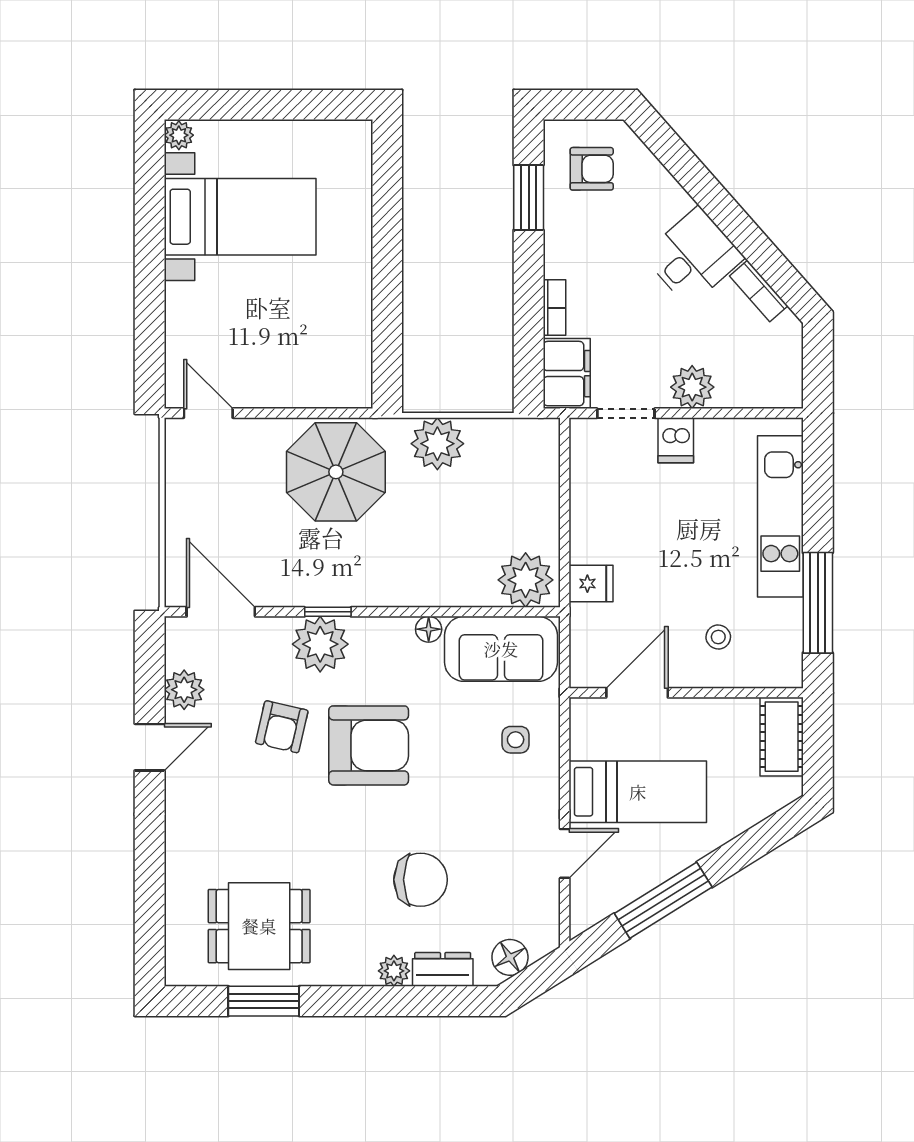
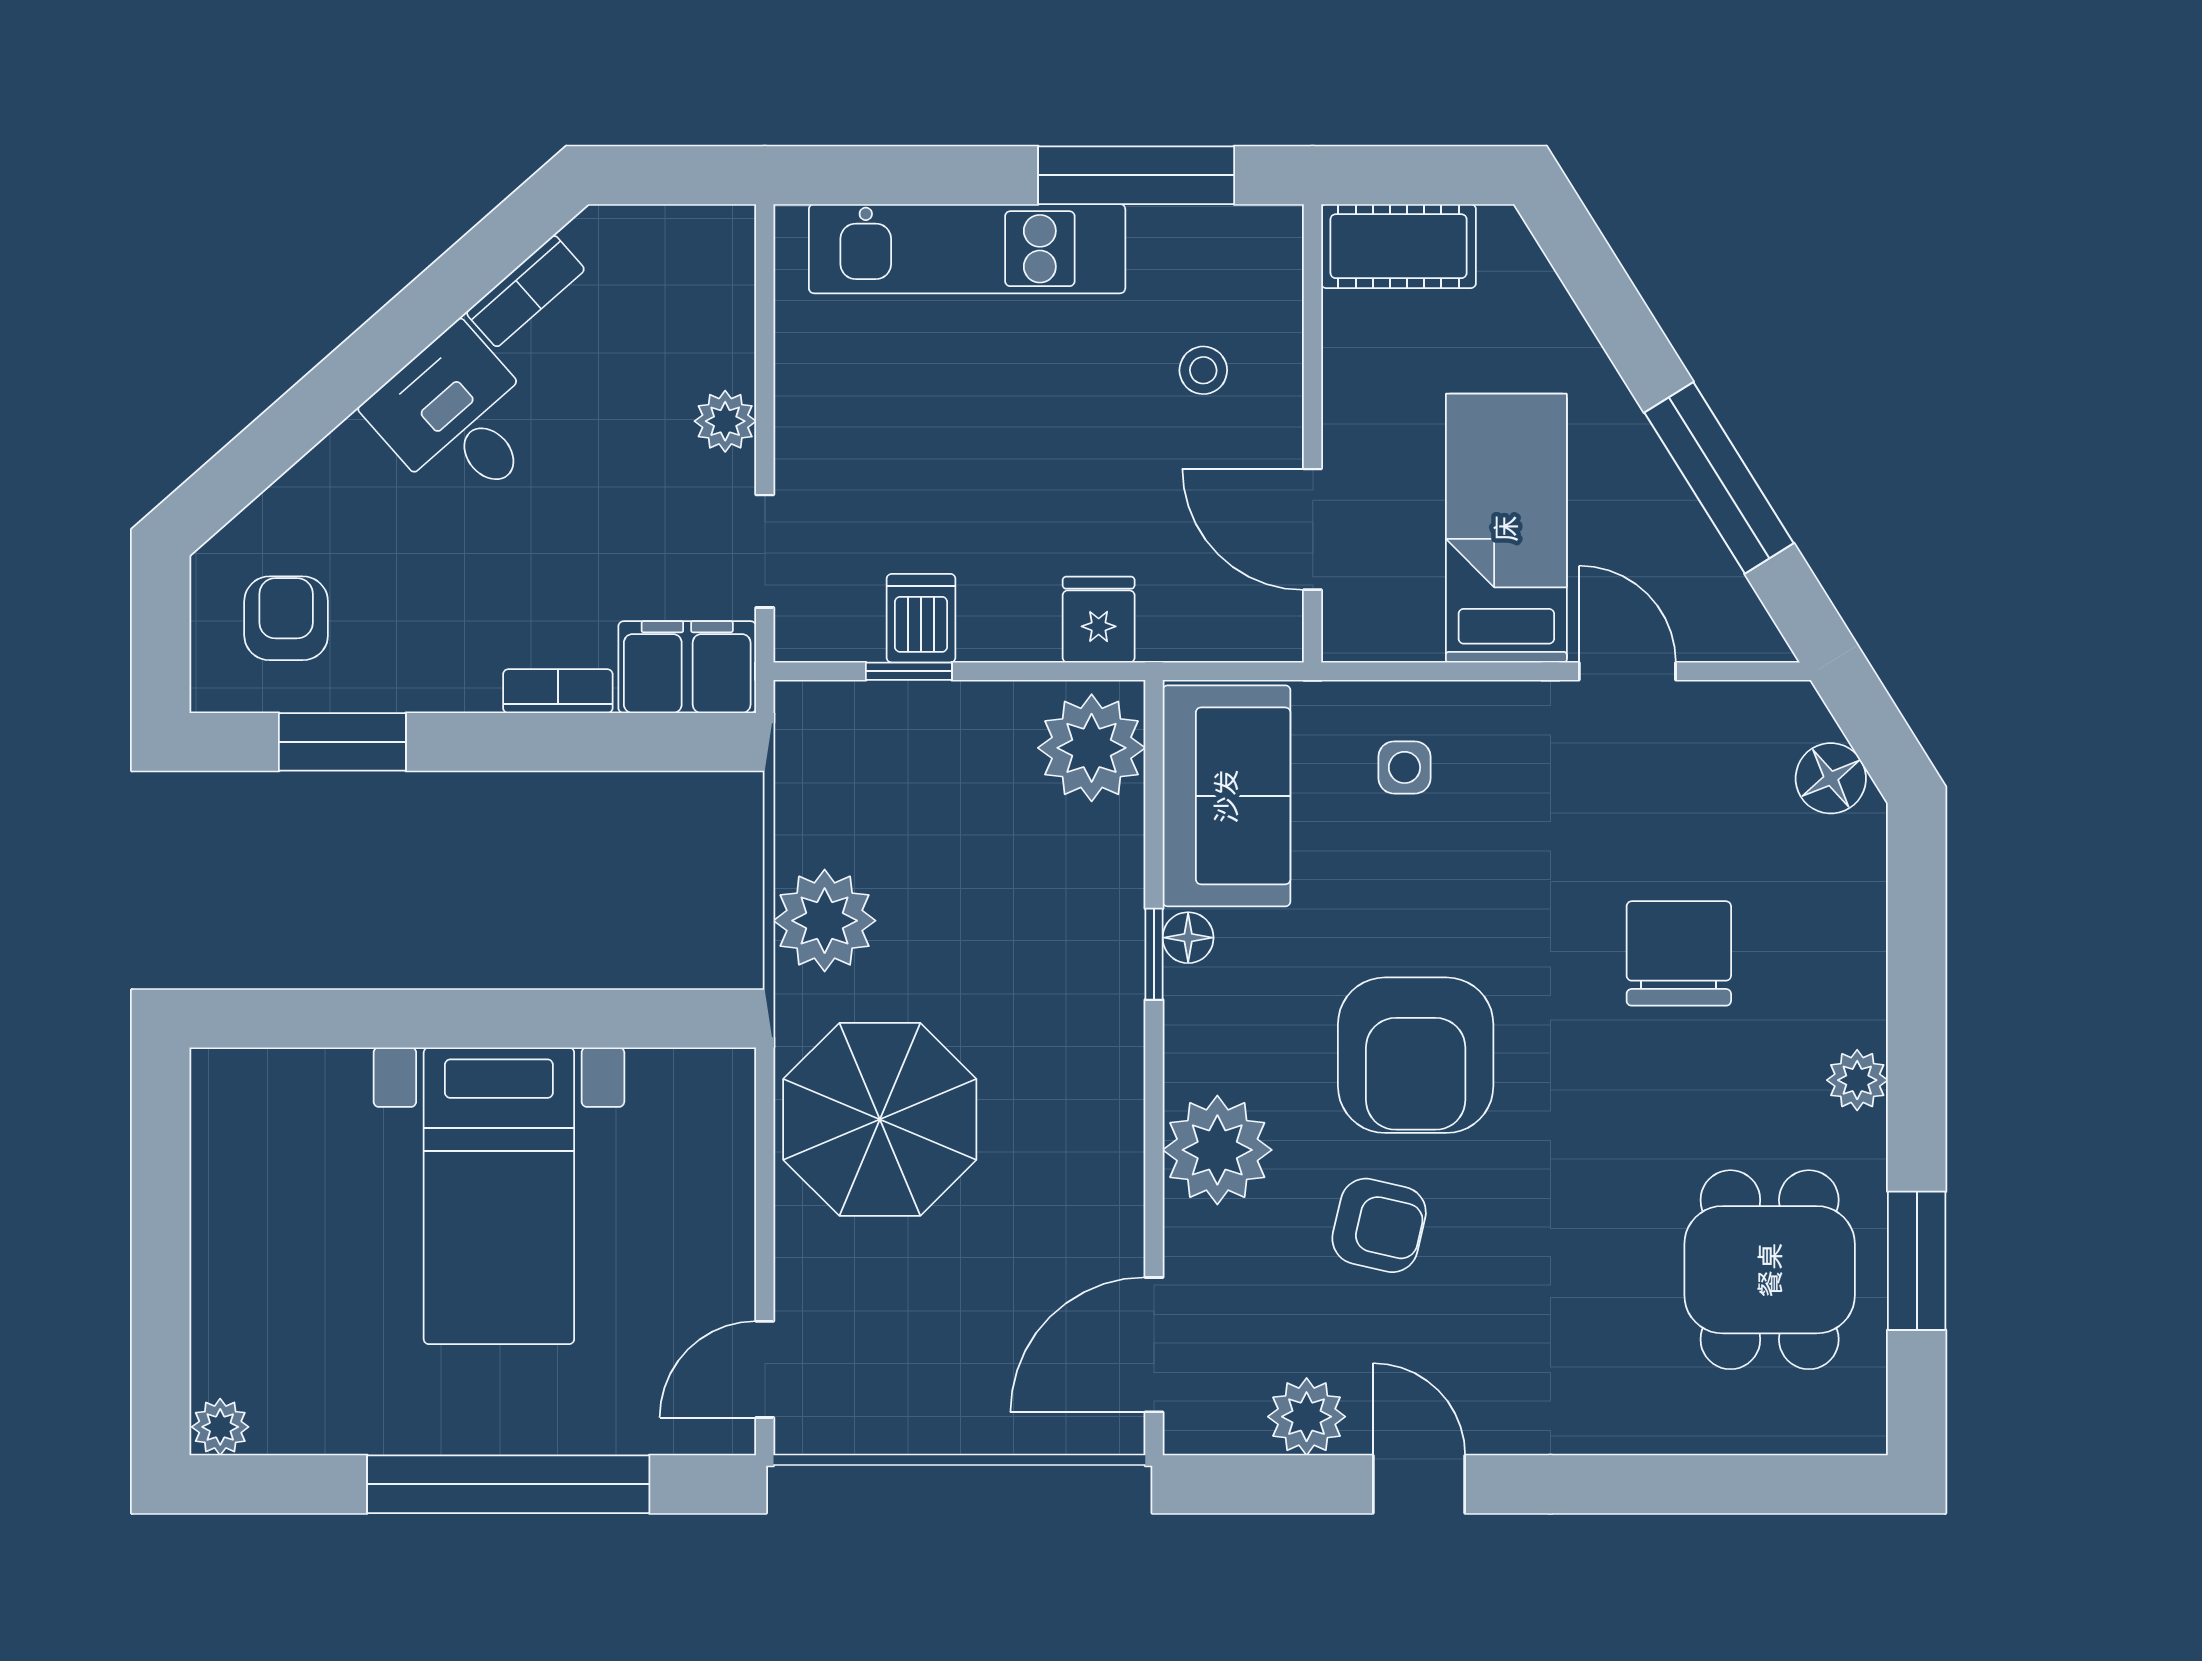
bed with nightstands: (240, 217) -> (499, 1196), moved, turned 180
window: (150, 282) -> (508, 1484), added
plant: (692, 387) -> (725, 421), width x0.73, depth x0.73
dishwasher: (676, 440) -> (921, 618), moved, turned -90
window: (565, 487) -> (909, 671), added
window: (328, 612) -> (1154, 954), moved
armchair: (369, 745) -> (1416, 1055), turned 180
dresser: (443, 969) -> (1855, 910), removed
plant: (394, 971) -> (1857, 1080), moved

